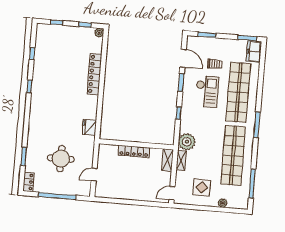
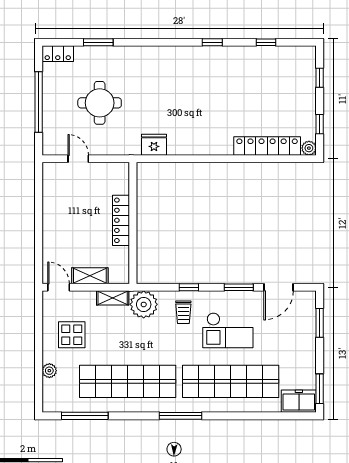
trolley: (215, 64) -> (183, 312), moved
locker: (94, 74) -> (267, 146), moved
shelving: (168, 160) -> (90, 276), moved

